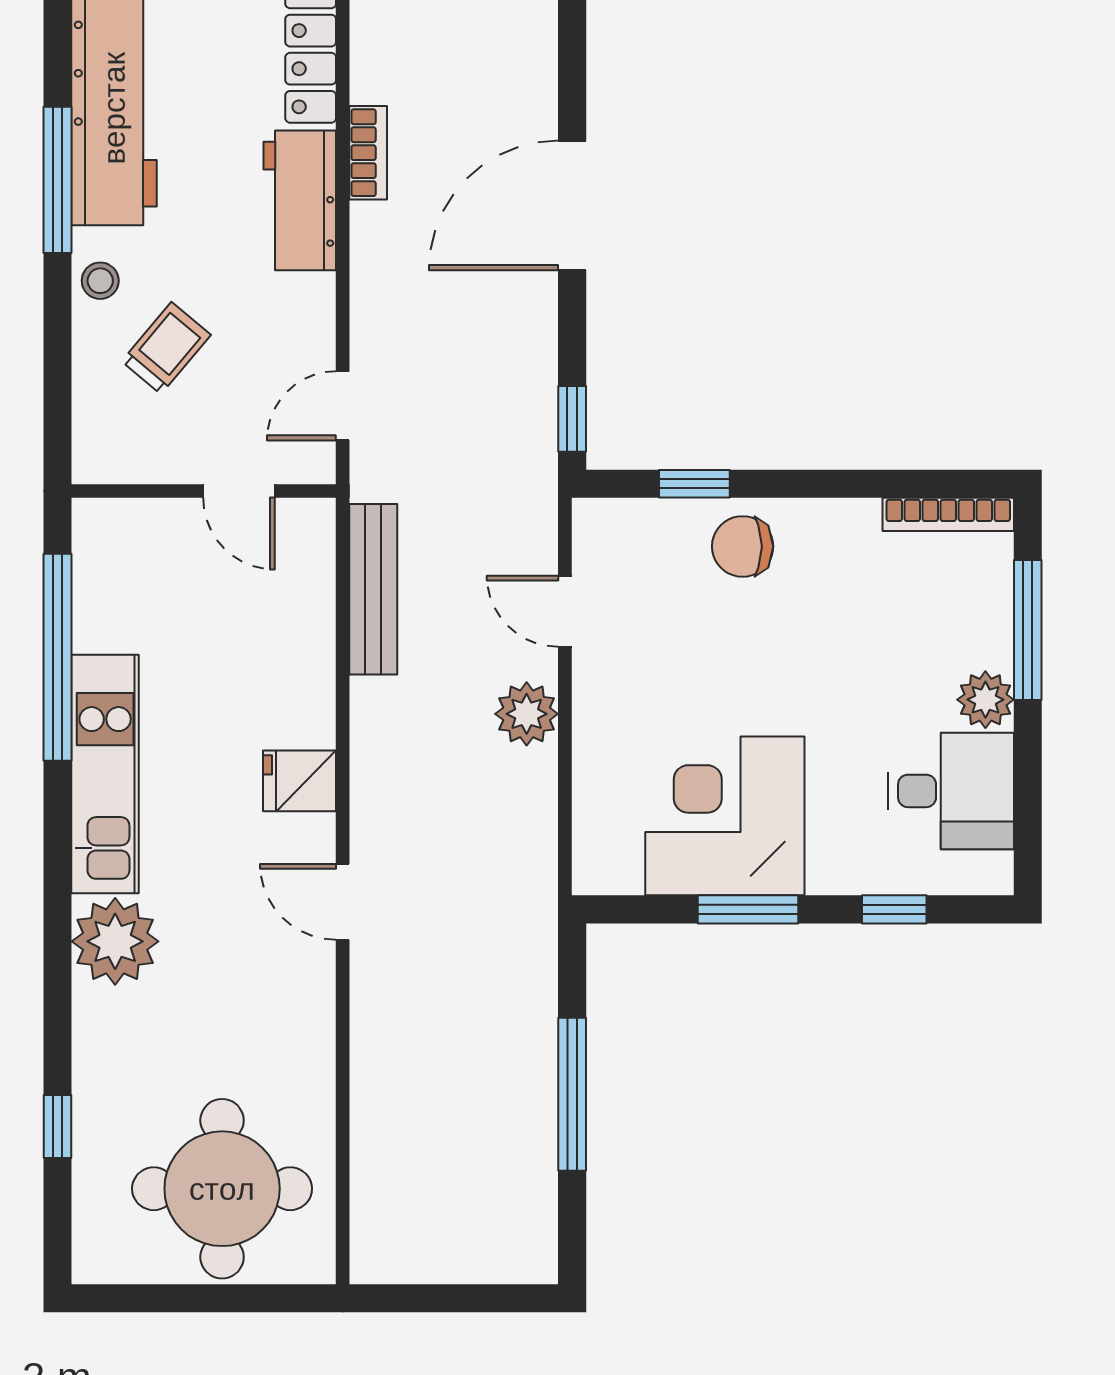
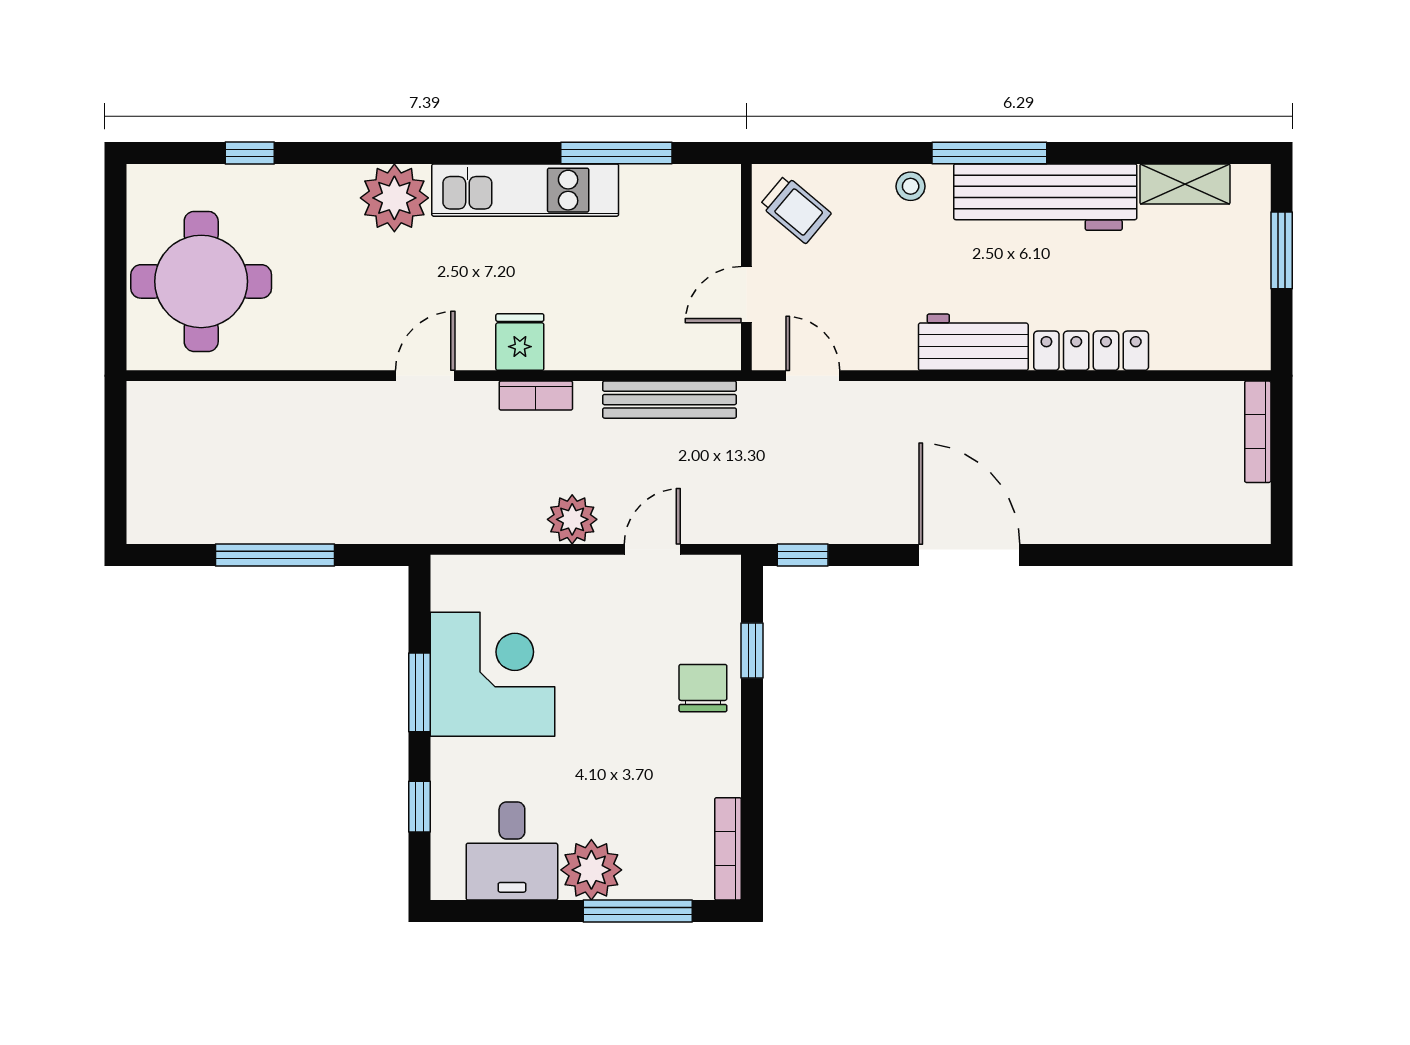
bookcase: (368, 153) -> (536, 396), moved
trolley: (166, 348) -> (795, 209), moved
window: (58, 657) -> (616, 153), width x0.68
plant: (985, 700) -> (591, 870), width x1.36, depth x1.36

